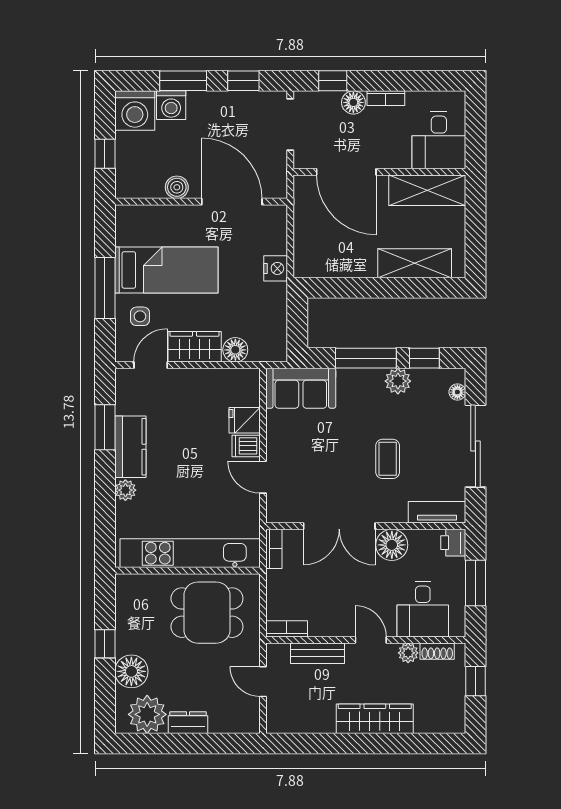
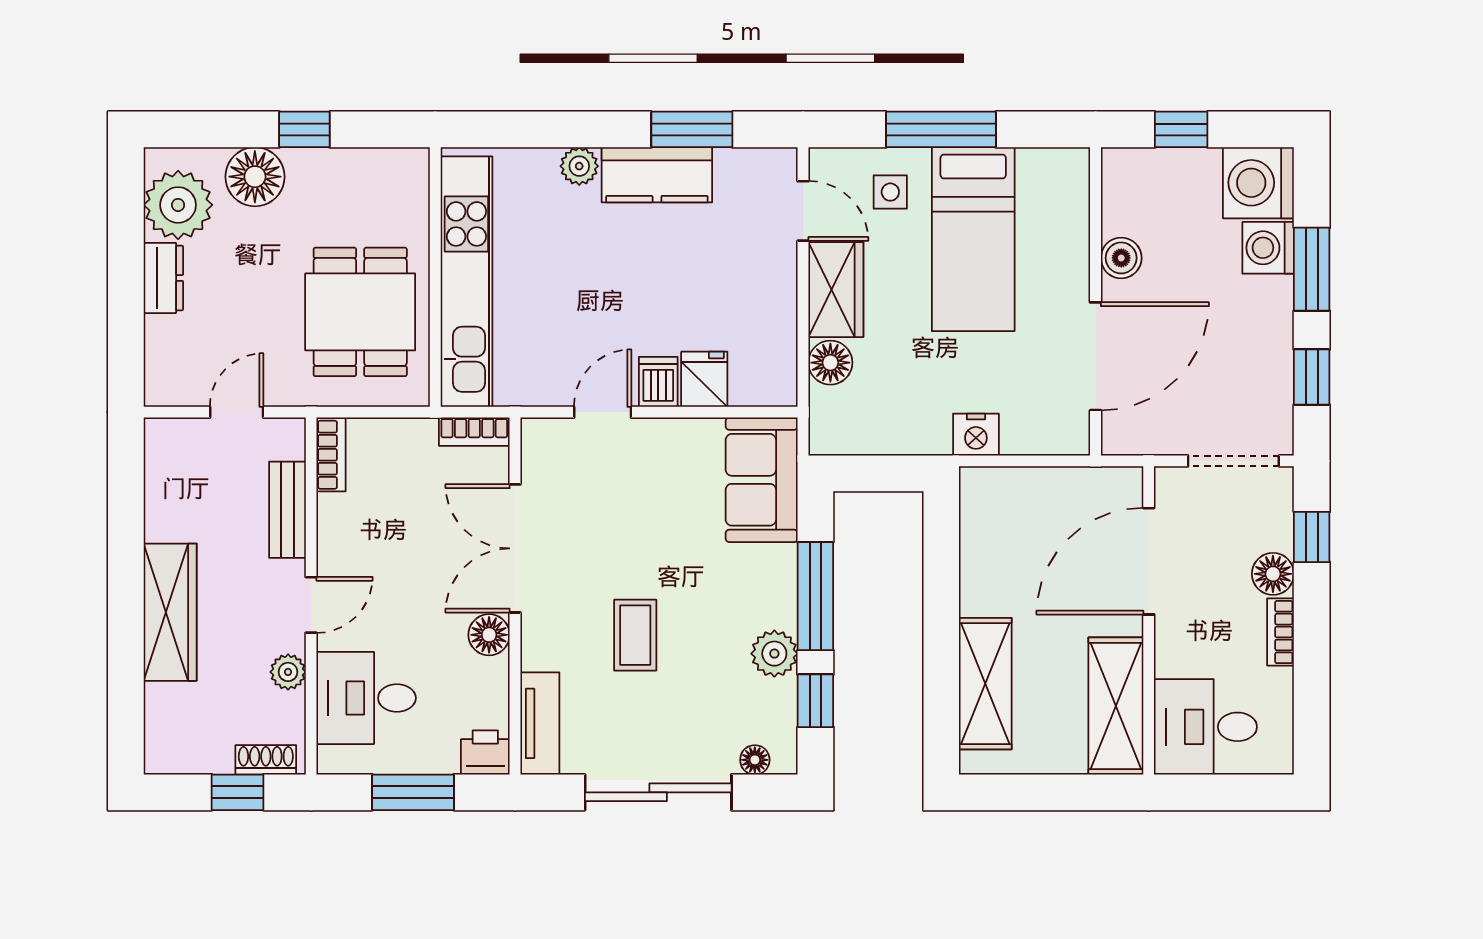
coffee table: (388, 459) -> (635, 635), turned 90
floor lamp: (392, 545) -> (489, 635), width x0.73, depth x0.73
shoe rack: (437, 651) -> (266, 760), moved, turned 90

